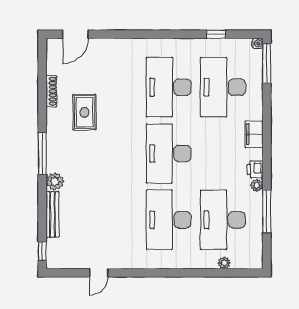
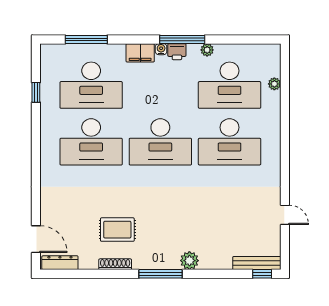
water cooler: (257, 43) -> (161, 49), moved
dresser: (53, 57) -> (60, 263), added
window: (267, 63) -> (86, 39), moved
shoe rack: (51, 91) -> (115, 264), moved
plant: (257, 185) -> (207, 50), moved
window: (267, 211) -> (182, 39), moved
bench: (52, 214) -> (257, 263), moved

